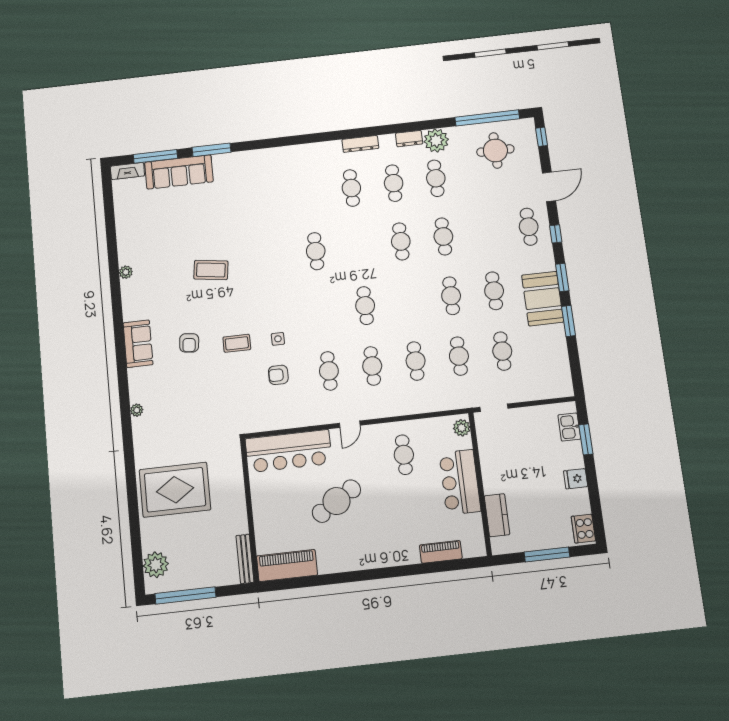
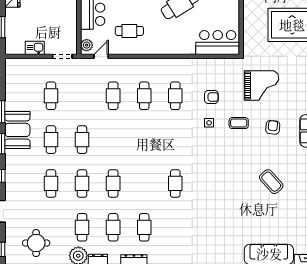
cafe table: (529, 227) -> (51, 183), moved
coffee table: (211, 270) -> (271, 182), moved, turned 40
cafe table: (365, 306) -> (144, 140), removed
cafe table: (459, 356) -> (82, 96), removed
grand piano: (210, 399) -> (261, 86), added
door: (350, 424) -> (101, 56), moved
kitchen sink: (569, 427) -> (35, 48), moved, turned -90
bar counter: (289, 451) -> (218, 43), width x0.73
cafe table: (404, 455) -> (129, 31), turned 90

